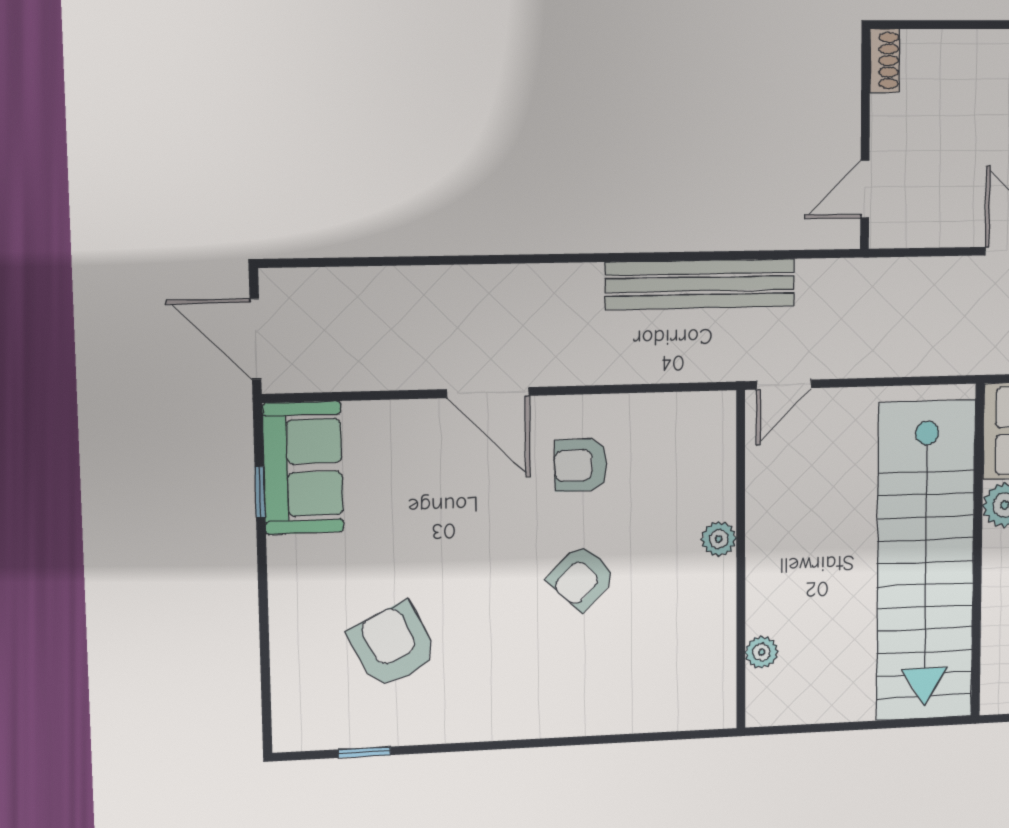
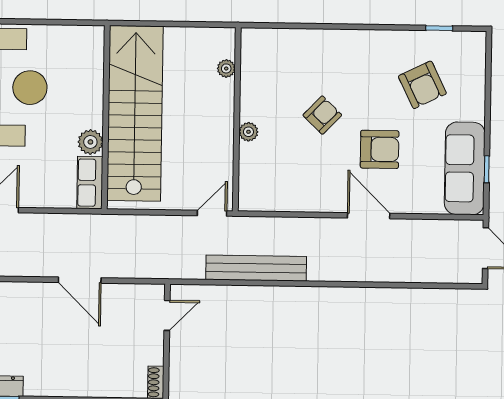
armchair: (581, 465) -> (380, 149), moved, width x1.38, depth x1.38
sofa: (303, 468) -> (465, 168), width x1.36

